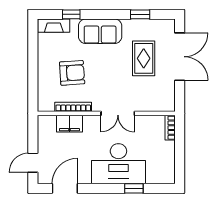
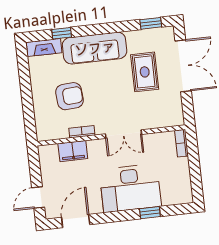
window: (140, 14) -> (151, 23), moved
sofa: (100, 31) -> (95, 48), width x1.36
bookcase: (73, 107) -> (82, 132), width x0.64

